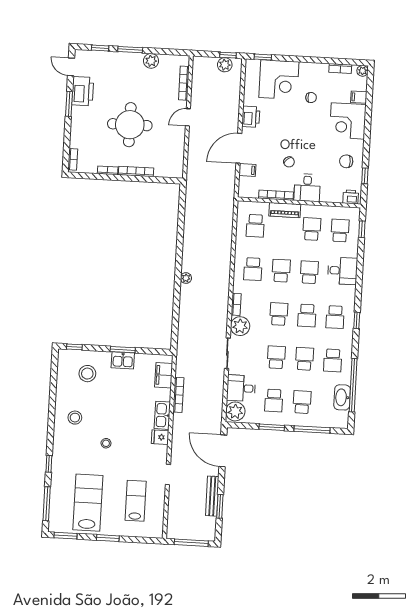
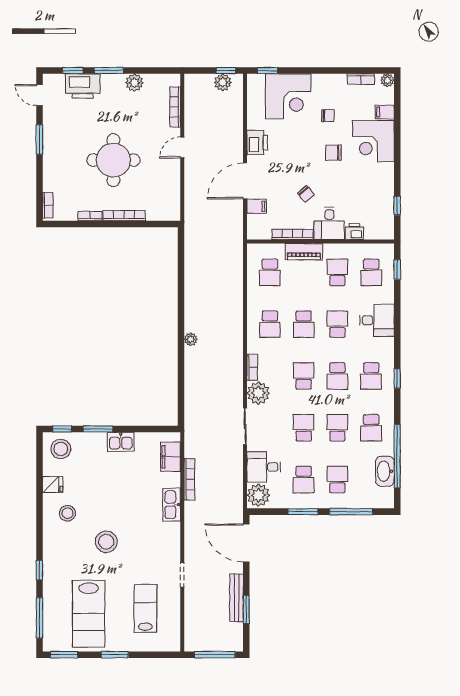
printer: (83, 91) -> (83, 86), moved, turned 90
chair: (346, 161) -> (333, 153), moved
printer: (351, 197) -> (355, 232), moved
school desk: (340, 231) -> (371, 272), turned 180
school desk: (281, 271) -> (304, 324), turned 180
window: (123, 350) -> (98, 429), moved
stool: (87, 374) -> (61, 449), moved
fridge: (160, 437) -> (53, 485), moved, turned 180
stool: (106, 443) -> (106, 542), width x1.89, depth x1.89
lab bench: (88, 503) -> (89, 614), turned 180

